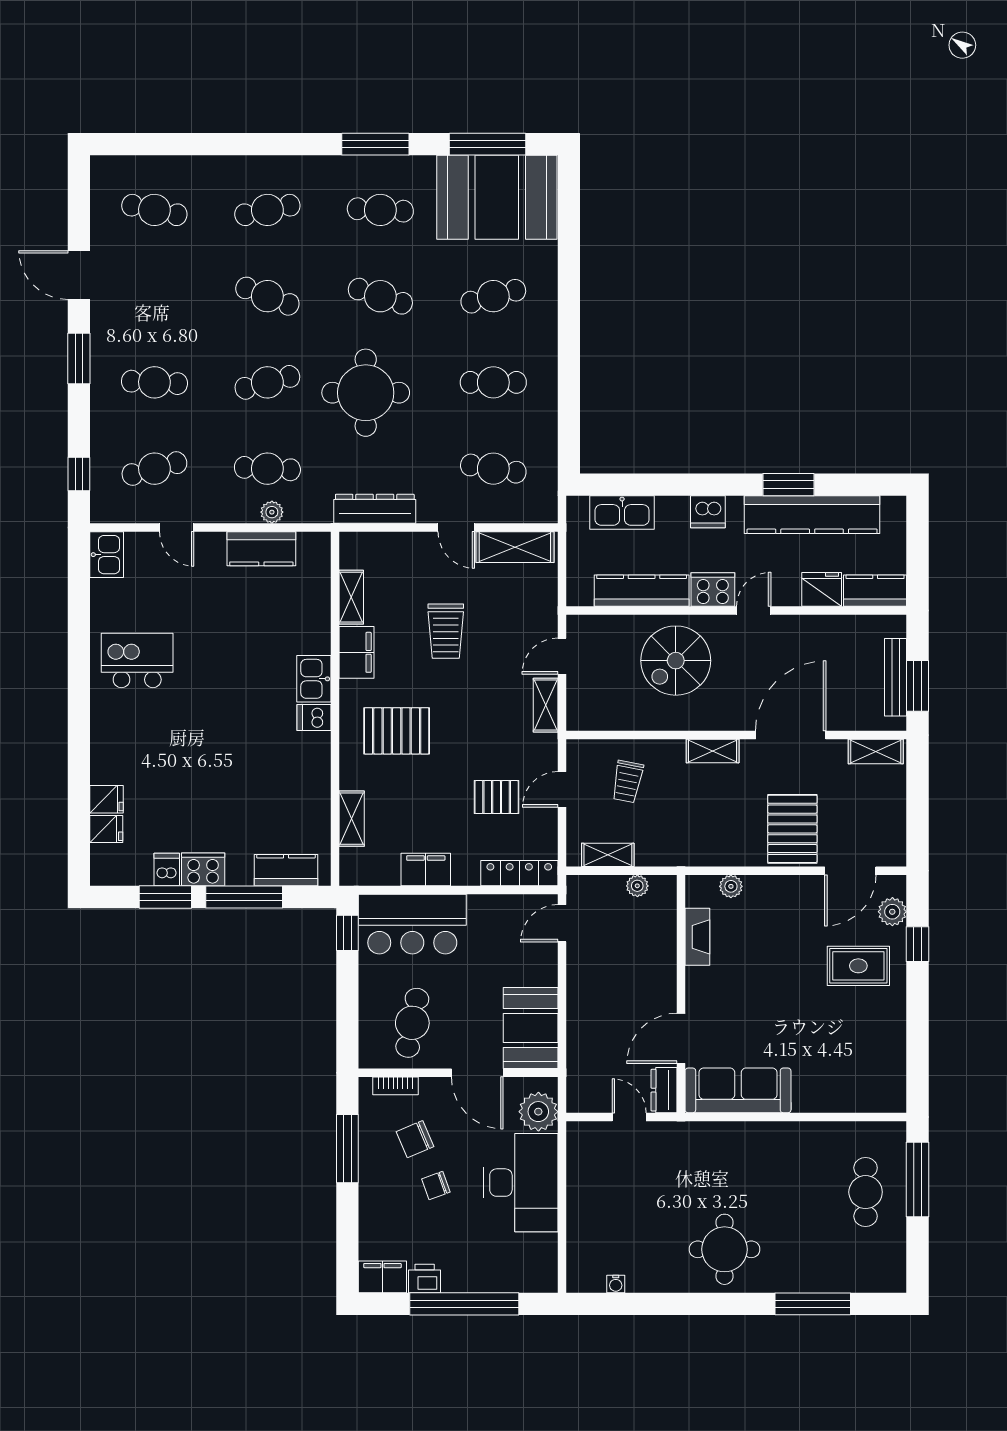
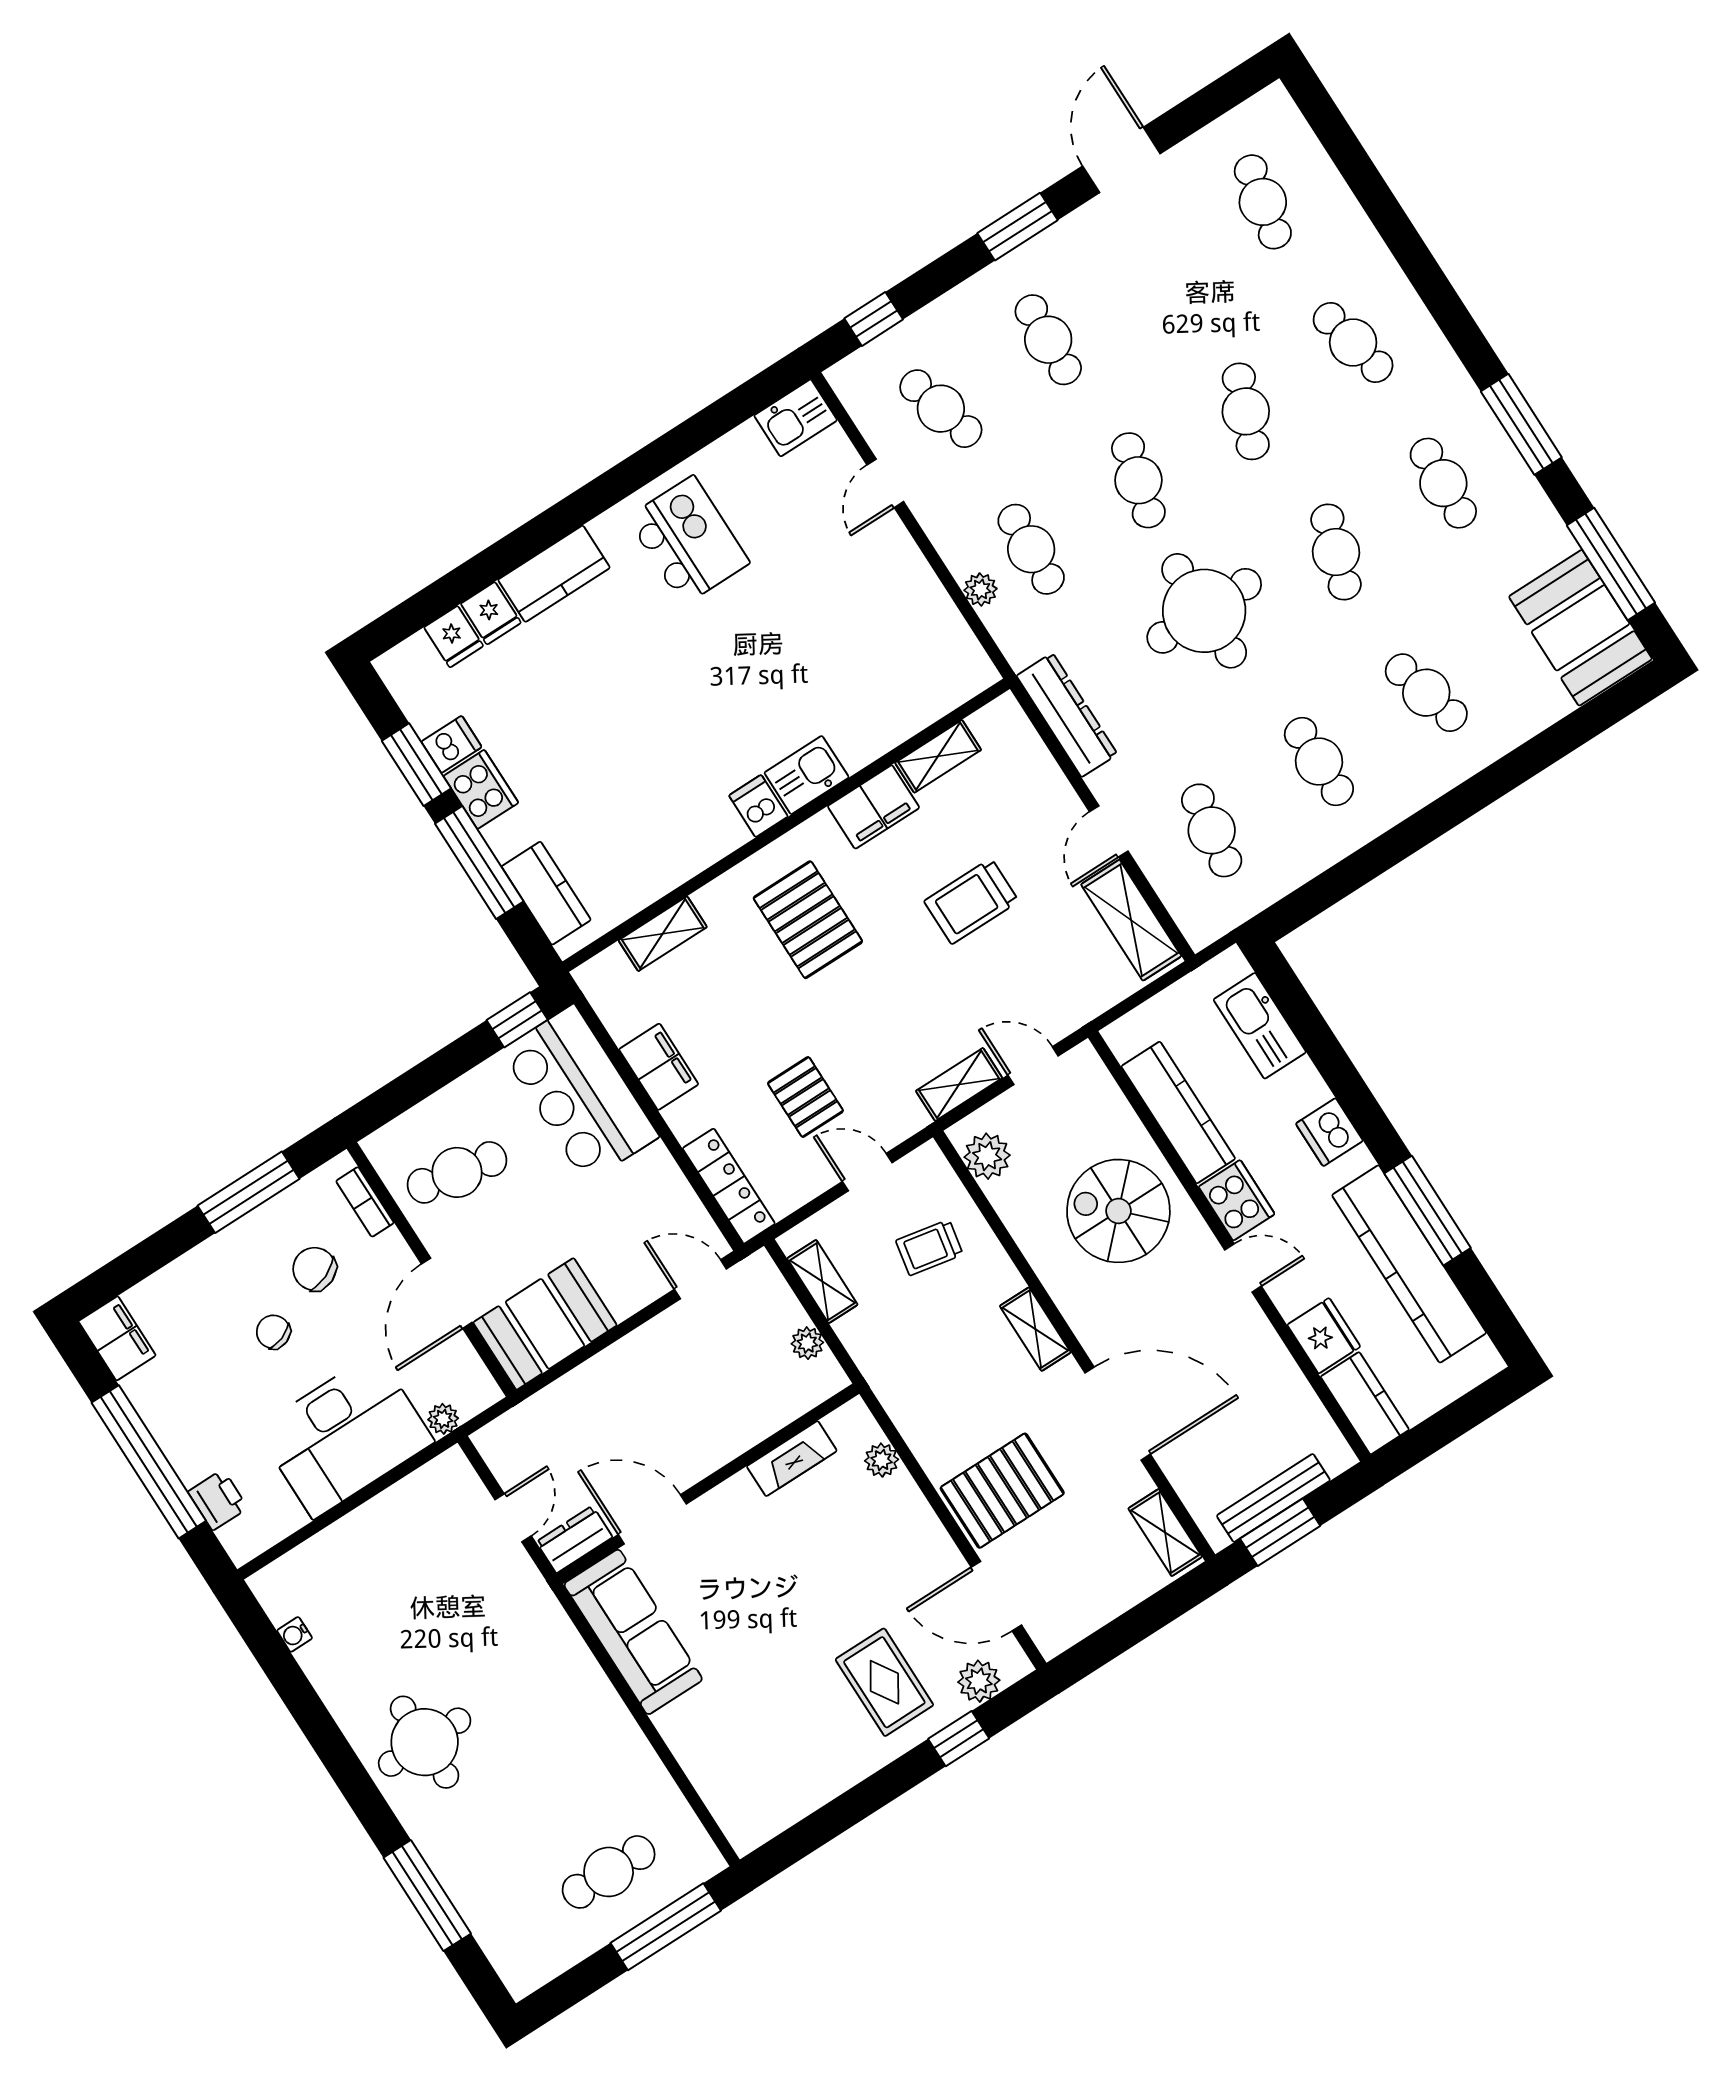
booth: (497, 197) -> (1580, 628), width x0.73, depth x0.70
cafe table: (267, 382) -> (1138, 480), turned 30
window: (788, 485) -> (1428, 1211), width x1.44
kitchen counter: (261, 549) -> (554, 574), moved, turned -90
plant: (597, 715) -> (987, 1156), added
plant: (538, 1112) -> (443, 1419), width x0.53, depth x0.53
printer: (425, 1278) -> (218, 1500), moved

